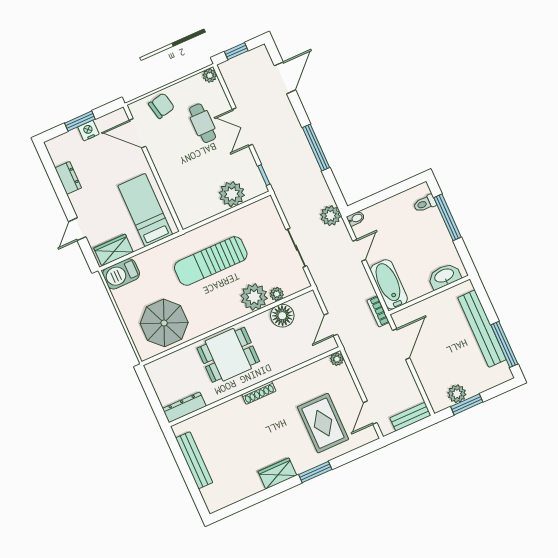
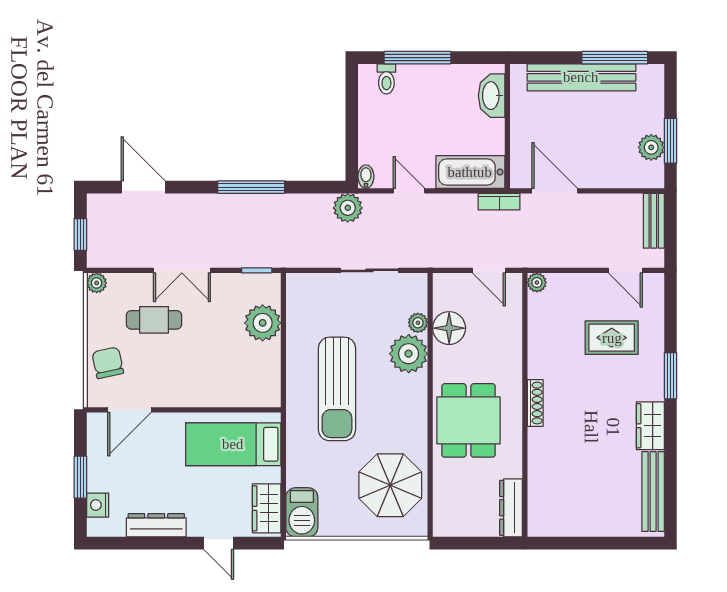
nightstand: (88, 131) -> (98, 505), moved
dresser: (68, 178) -> (156, 525), width x1.44
rug: (323, 423) -> (612, 338), width x0.73, depth x0.70
bench: (194, 460) -> (653, 492), moved, turned 90

